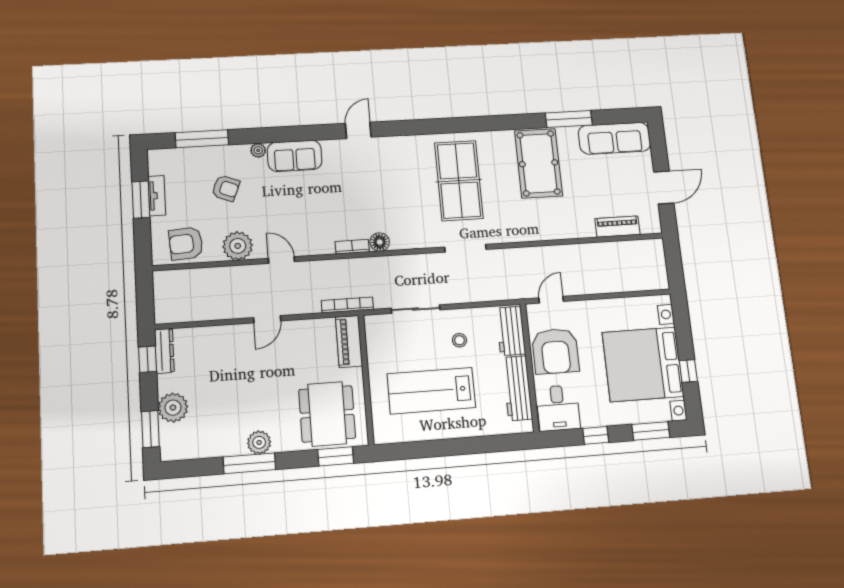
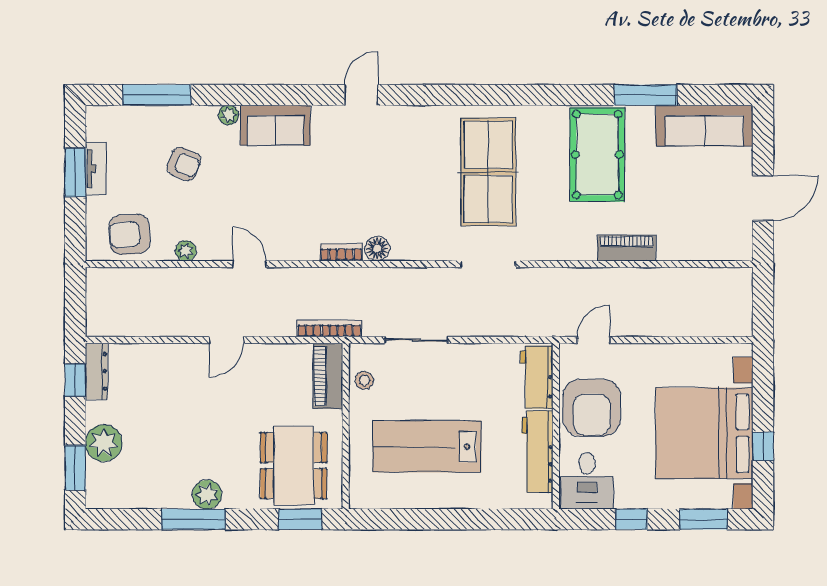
piano: (618, 227) -> (627, 248), moved
plant: (238, 246) -> (186, 251), width x0.53, depth x0.53
stool: (459, 340) -> (364, 380), moved

